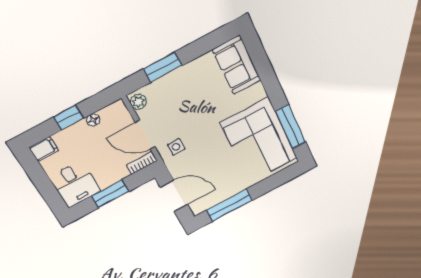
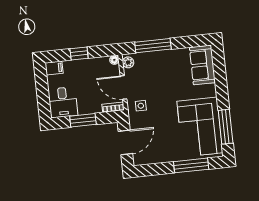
window: (163, 67) -> (153, 46), width x1.44
floor lamp: (93, 120) -> (114, 60), moved
door: (174, 196) -> (125, 142), hinge flipped
window: (229, 205) -> (191, 165), moved

